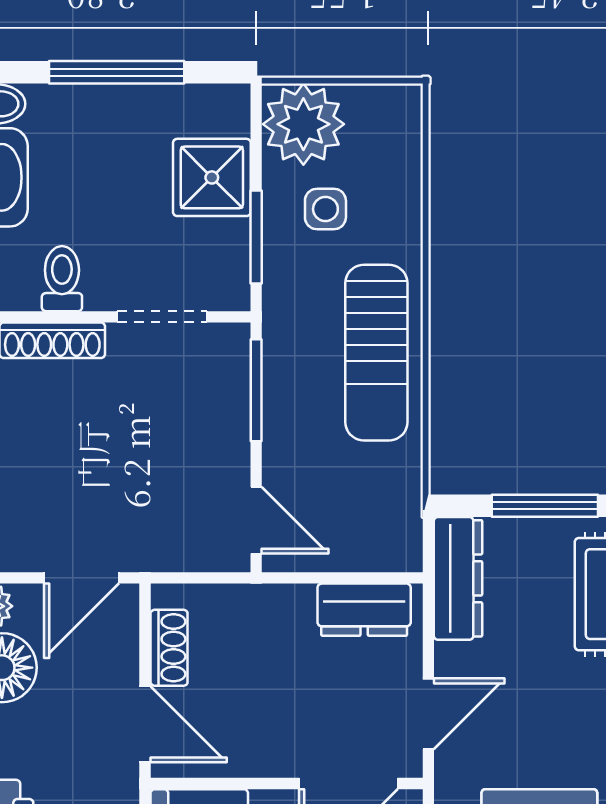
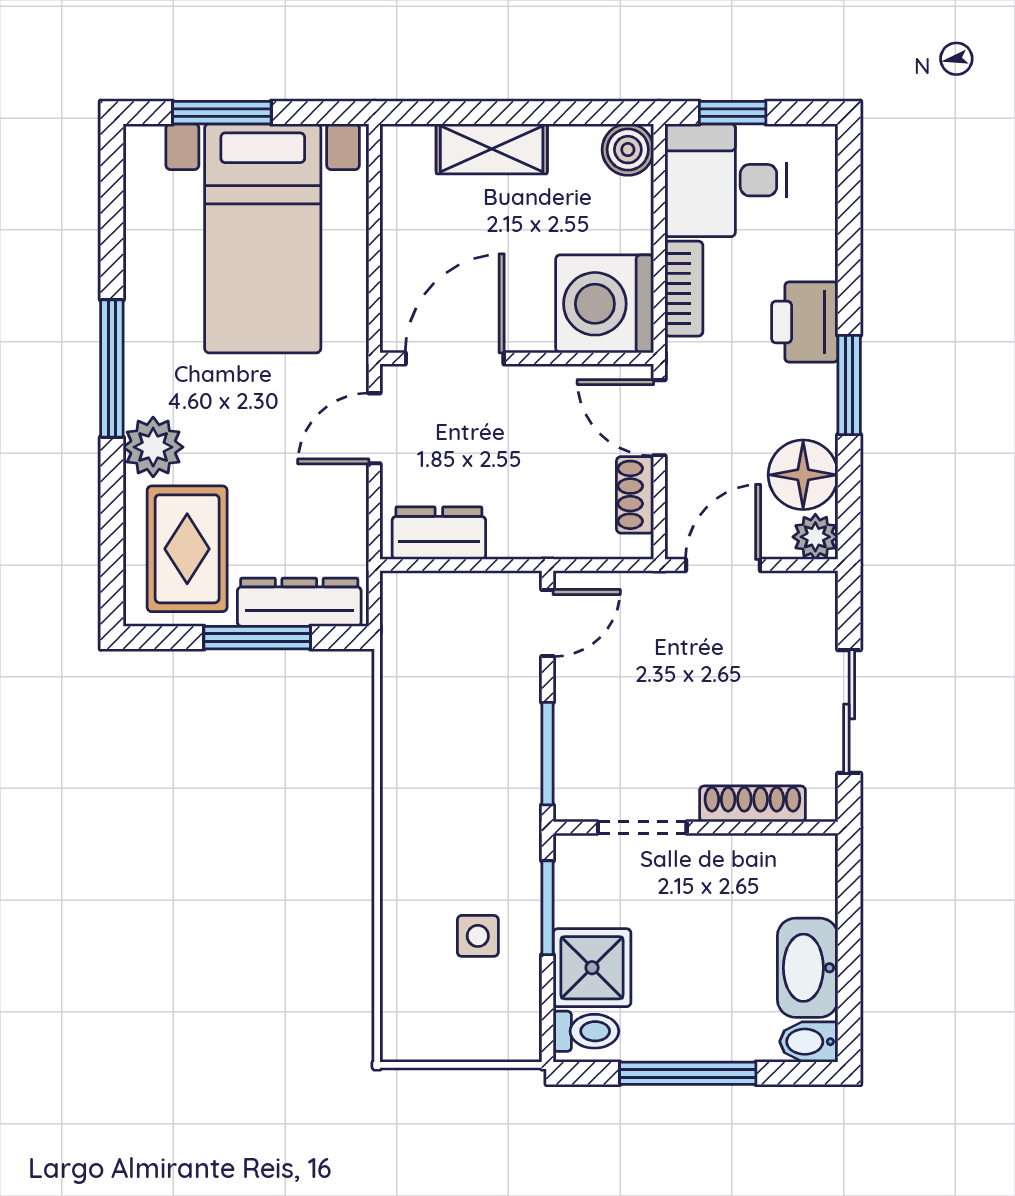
plant: (303, 124) -> (500, 1021), removed
toilet: (62, 279) -> (586, 1031), moved, turned -90
sun lounger: (376, 353) -> (427, 792), removed
door: (256, 520) -> (548, 623), swing flipped
dresser: (458, 578) -> (299, 602), moved, turned 90

